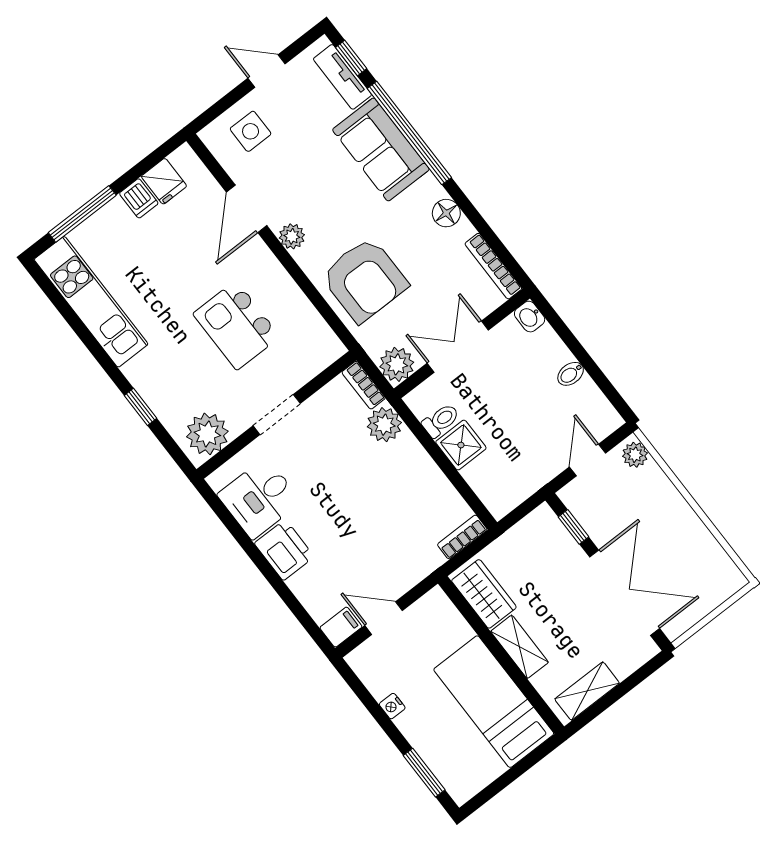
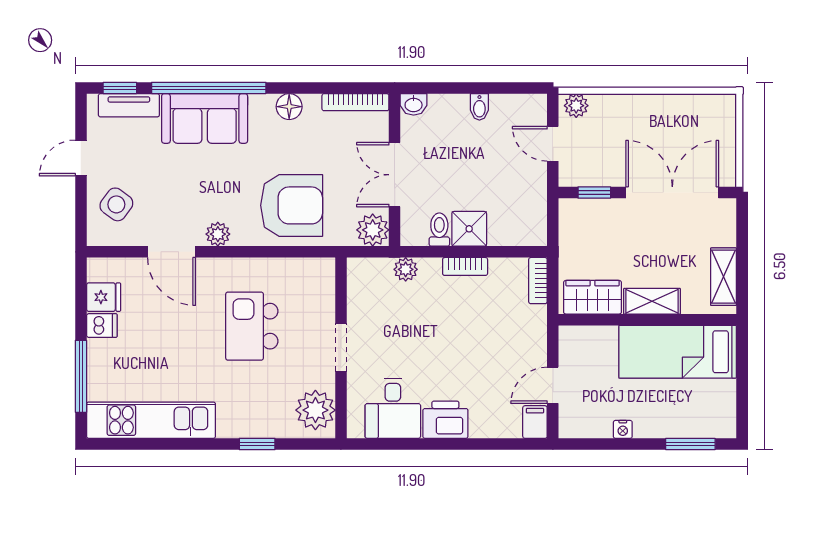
side table: (251, 131) -> (116, 204), turned 36
kitchen island: (236, 325) -> (252, 326), turned 90
bookcase: (364, 385) -> (465, 266), moved
plant: (384, 425) -> (406, 269), width x0.73, depth x0.73

